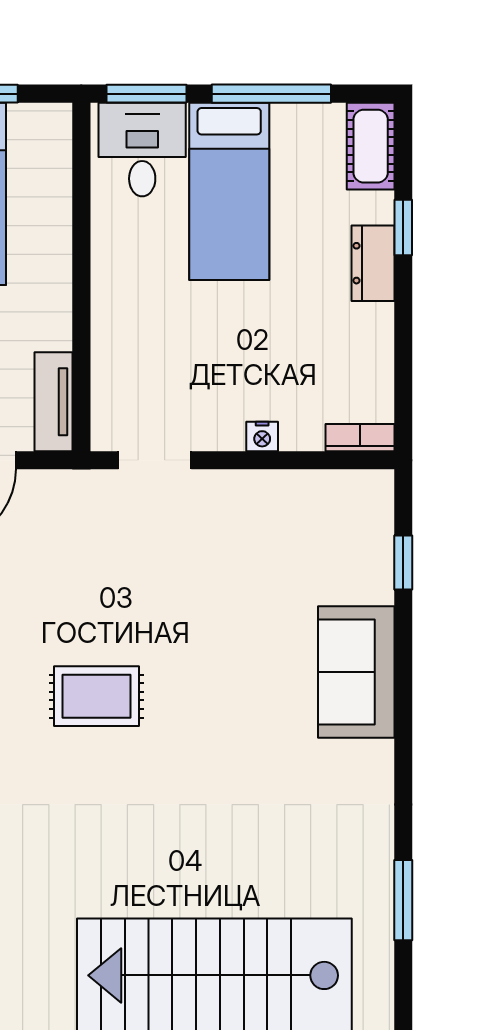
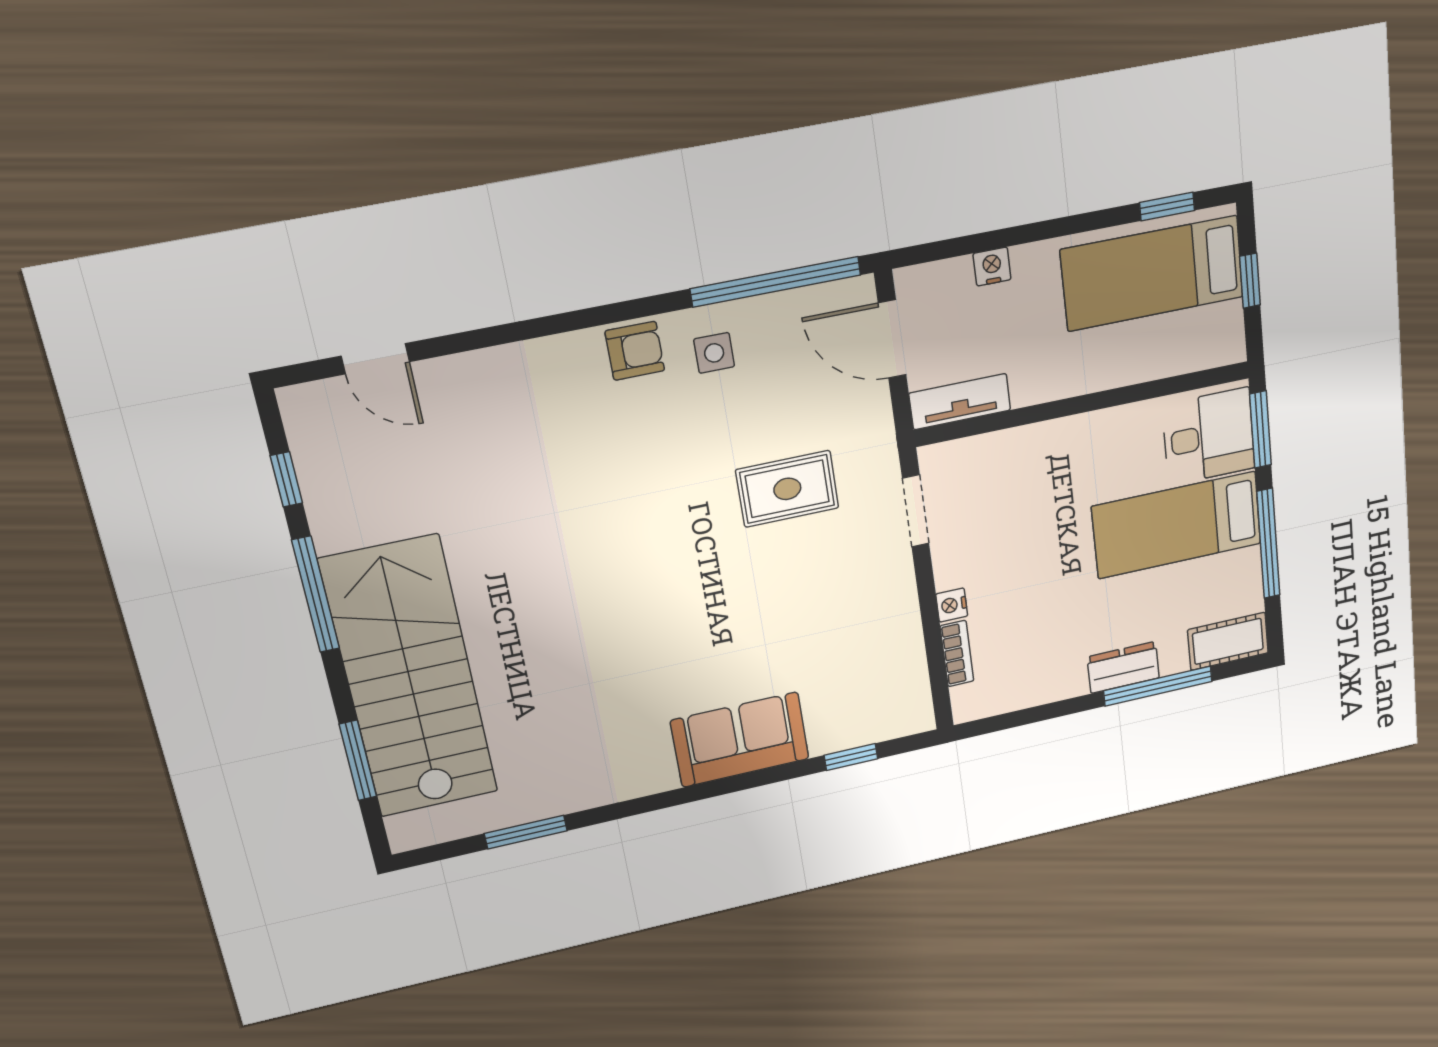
window: (403, 227) -> (1158, 686), width x2.17
bookcase: (360, 438) -> (957, 654), moved
rug: (97, 696) -> (787, 489), moved, turned 90

